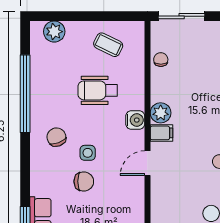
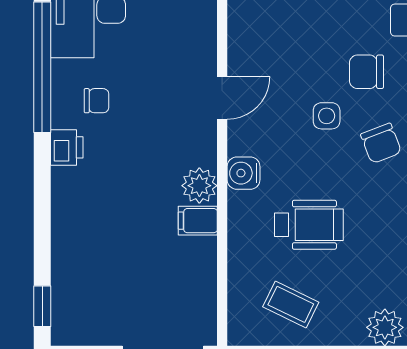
chair: (161, 60) -> (199, 278), removed
filing cabinet: (161, 133) -> (198, 221), moved
chair: (84, 181) -> (367, 72), moved

